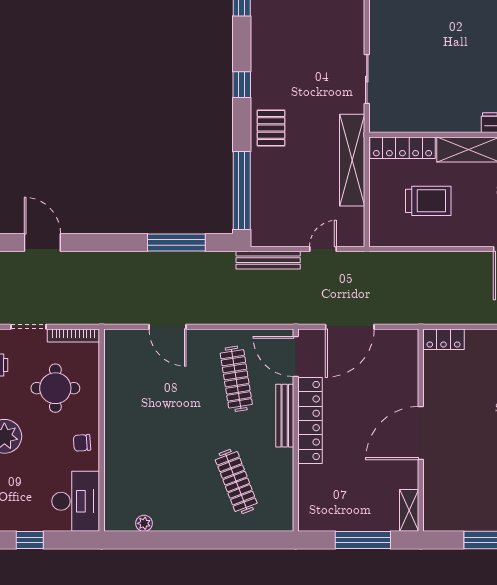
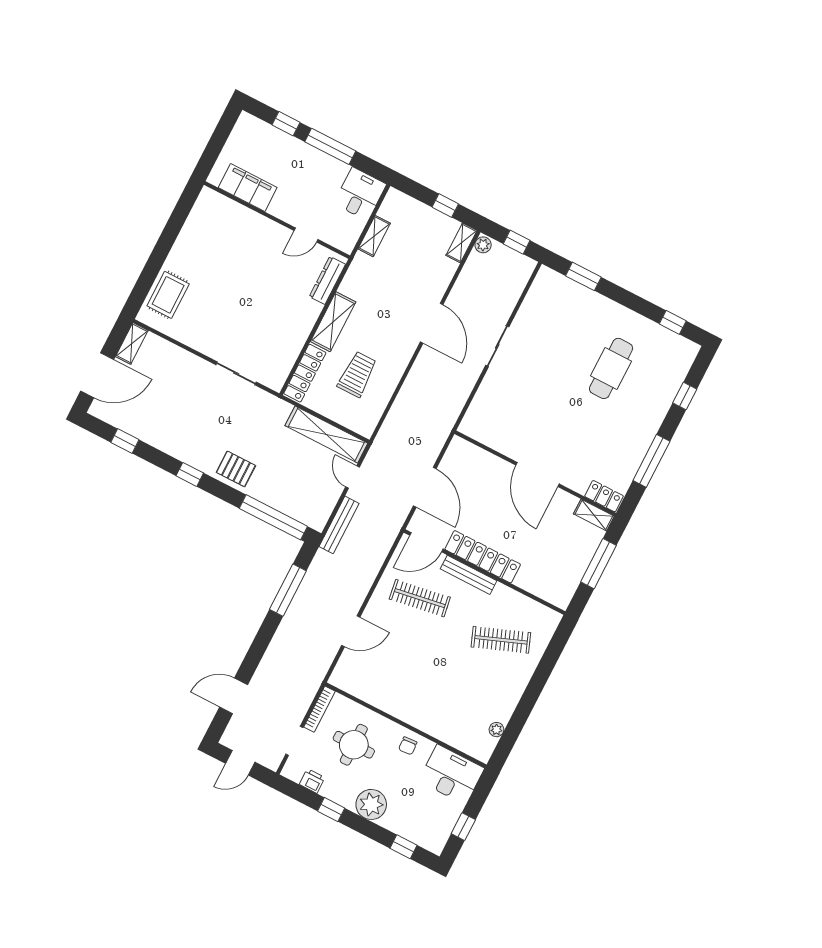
shelving: (352, 160) -> (326, 434), moved
locker: (444, 339) -> (604, 496), moved, turned -90

